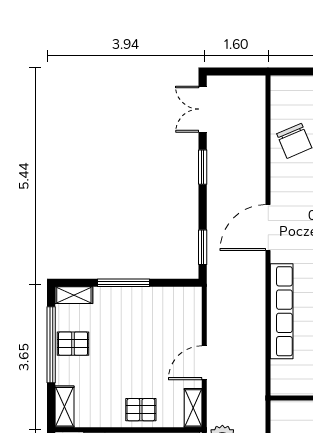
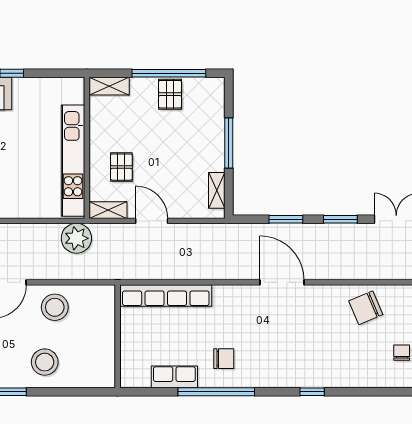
window: (203, 247) -> (286, 219), moved
shelving: (74, 295) -> (217, 190), moved
row of seats: (282, 311) -> (166, 296), moved
pallet: (141, 410) -> (121, 167), moved

